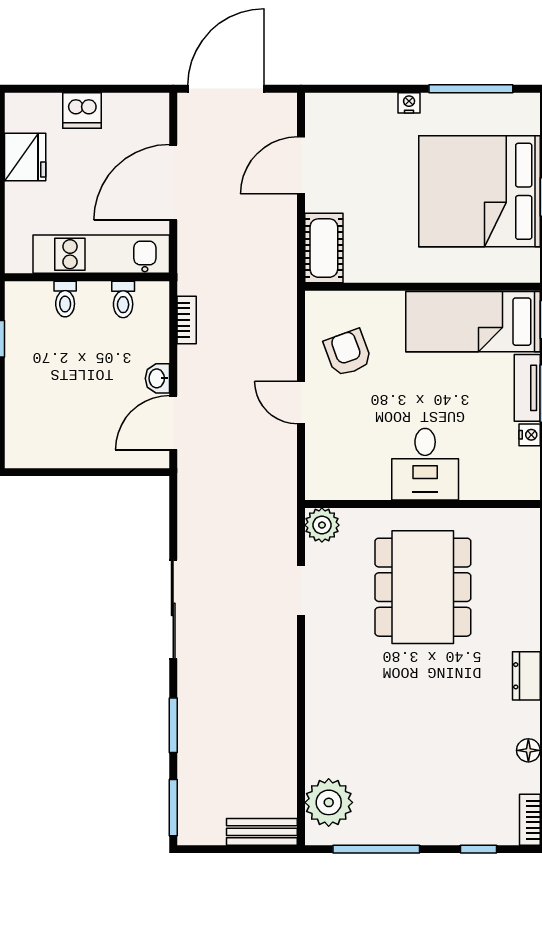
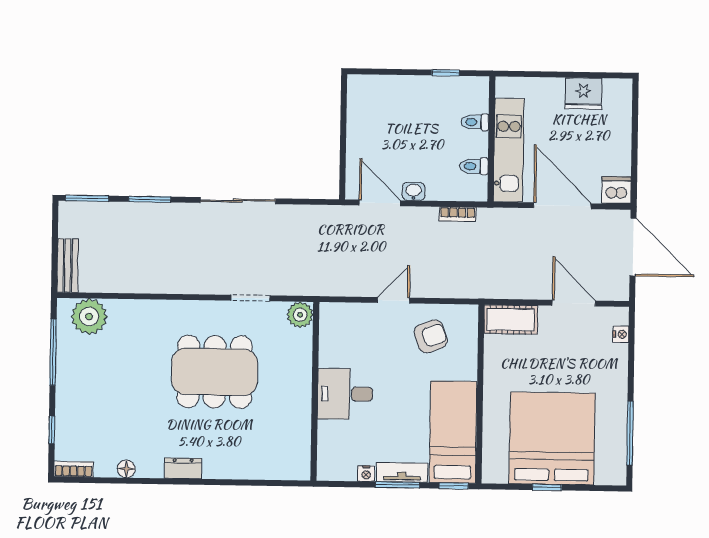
nightstand: (409, 103) -> (621, 334), moved
dishwasher: (82, 110) -> (616, 190), moved, turned 90
dining table: (423, 587) -> (215, 372), moved

